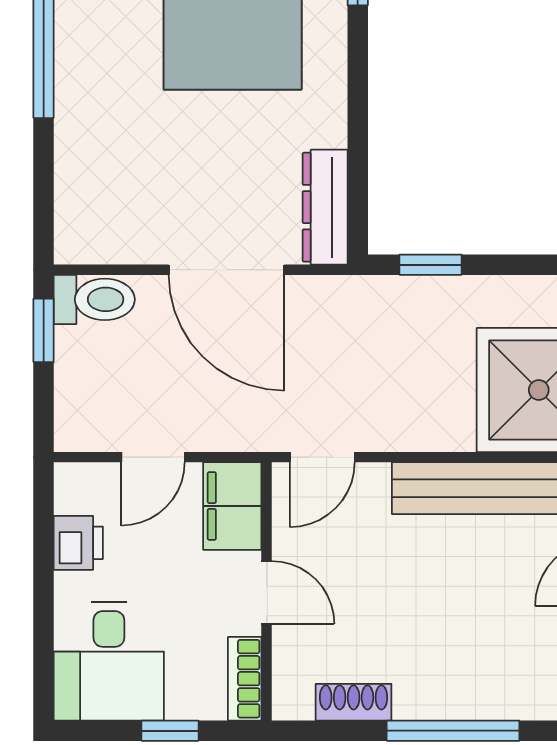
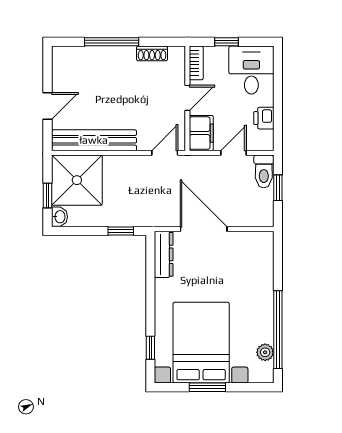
toilet: (94, 299) -> (264, 171), moved, turned -90
window: (44, 330) -> (278, 188), moved
door: (266, 592) -> (187, 98), swing flipped

